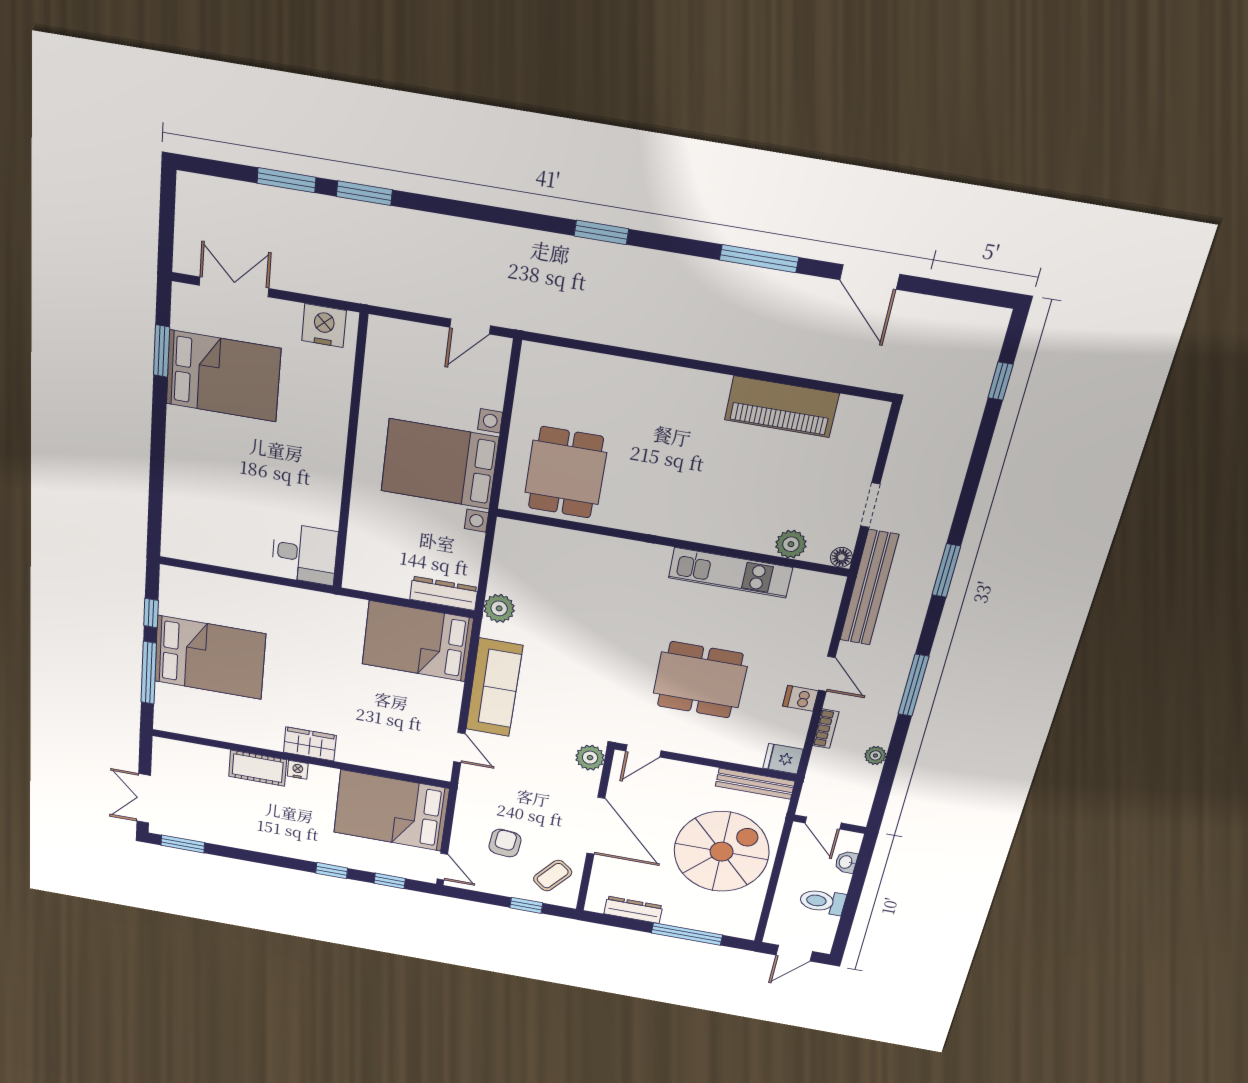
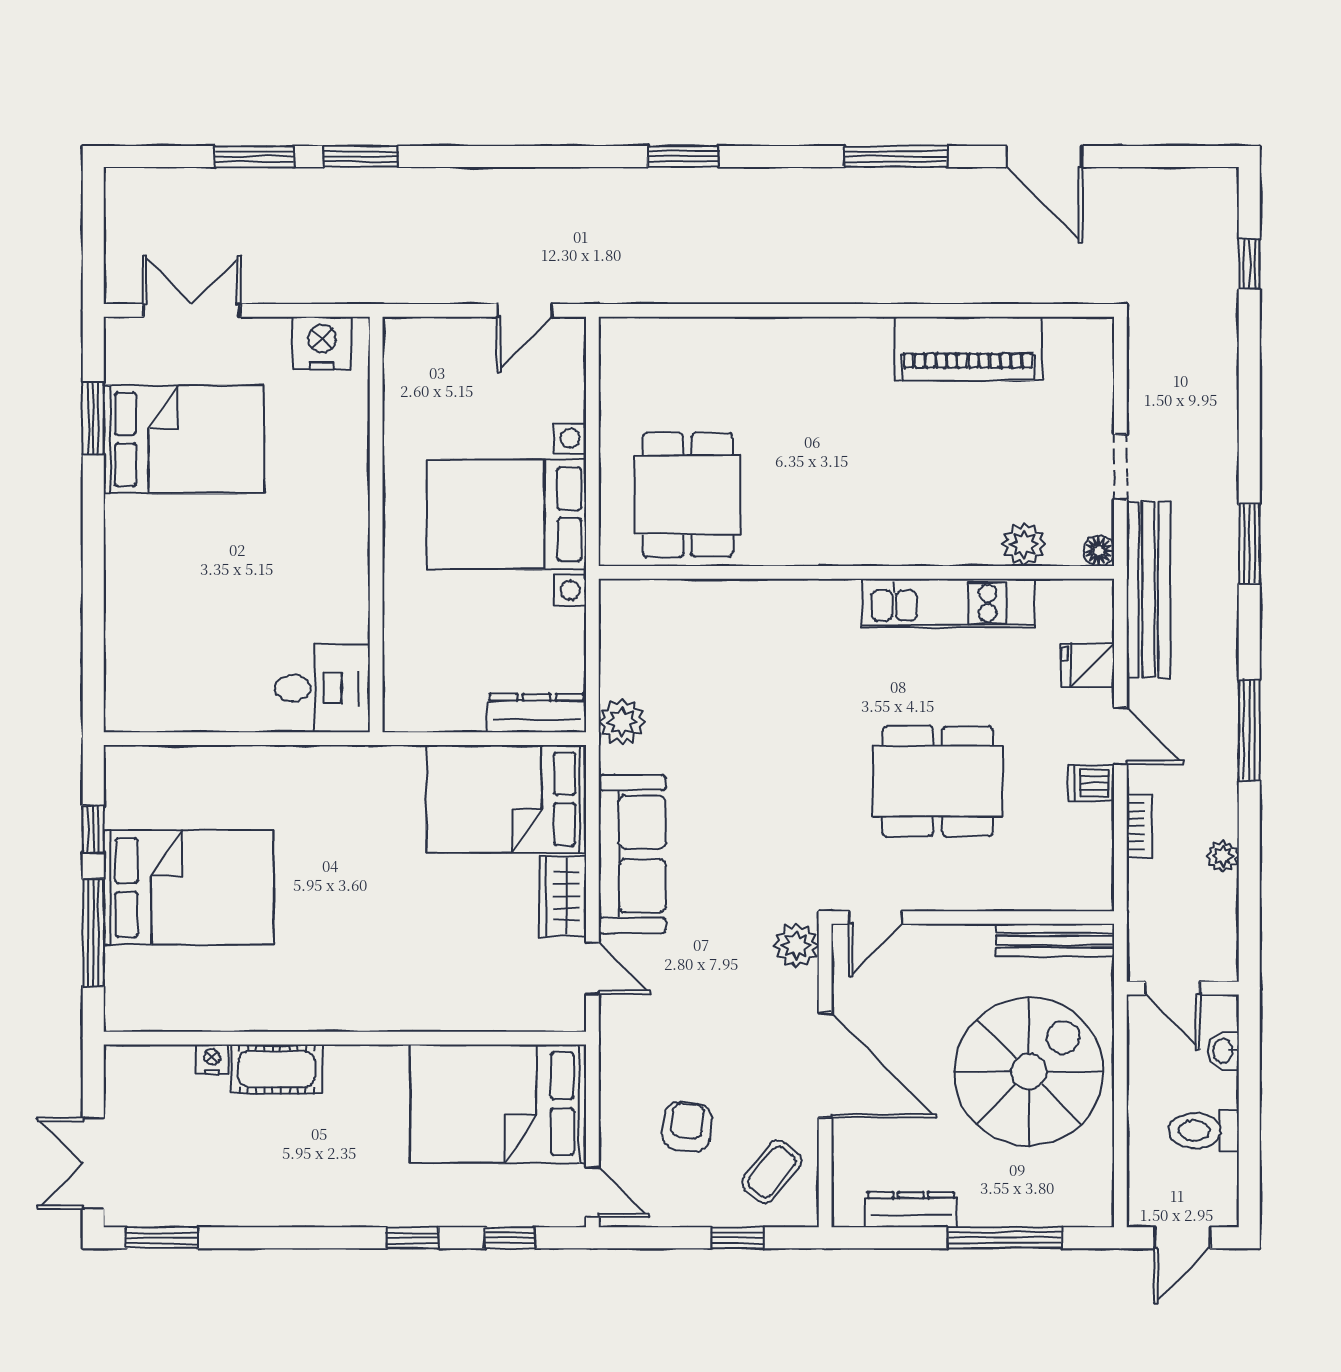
wardrobe: (310, 744) -> (563, 896), moved, turned -90
fridge: (783, 759) -> (1088, 665), moved
nightstand: (298, 770) -> (212, 1059), moved

